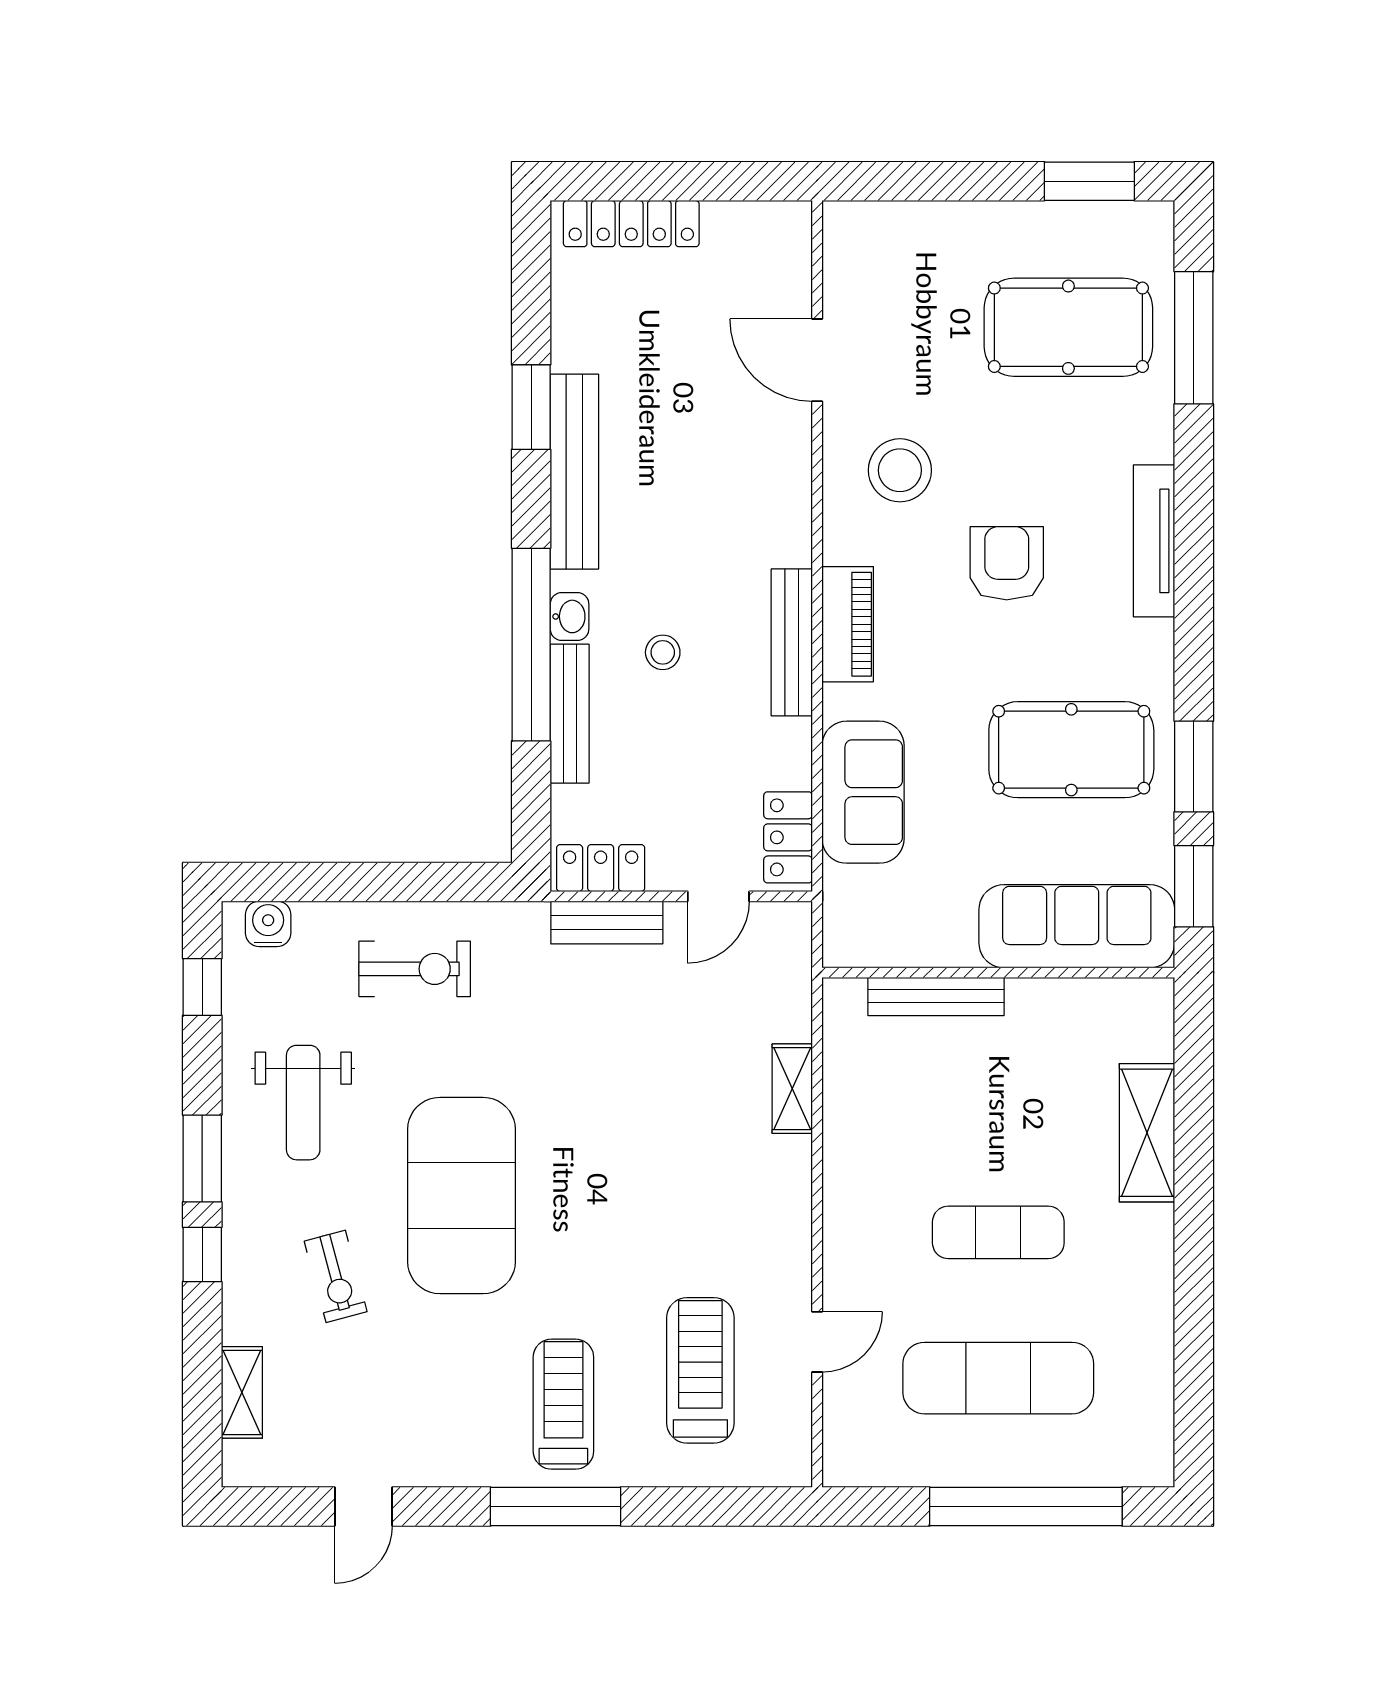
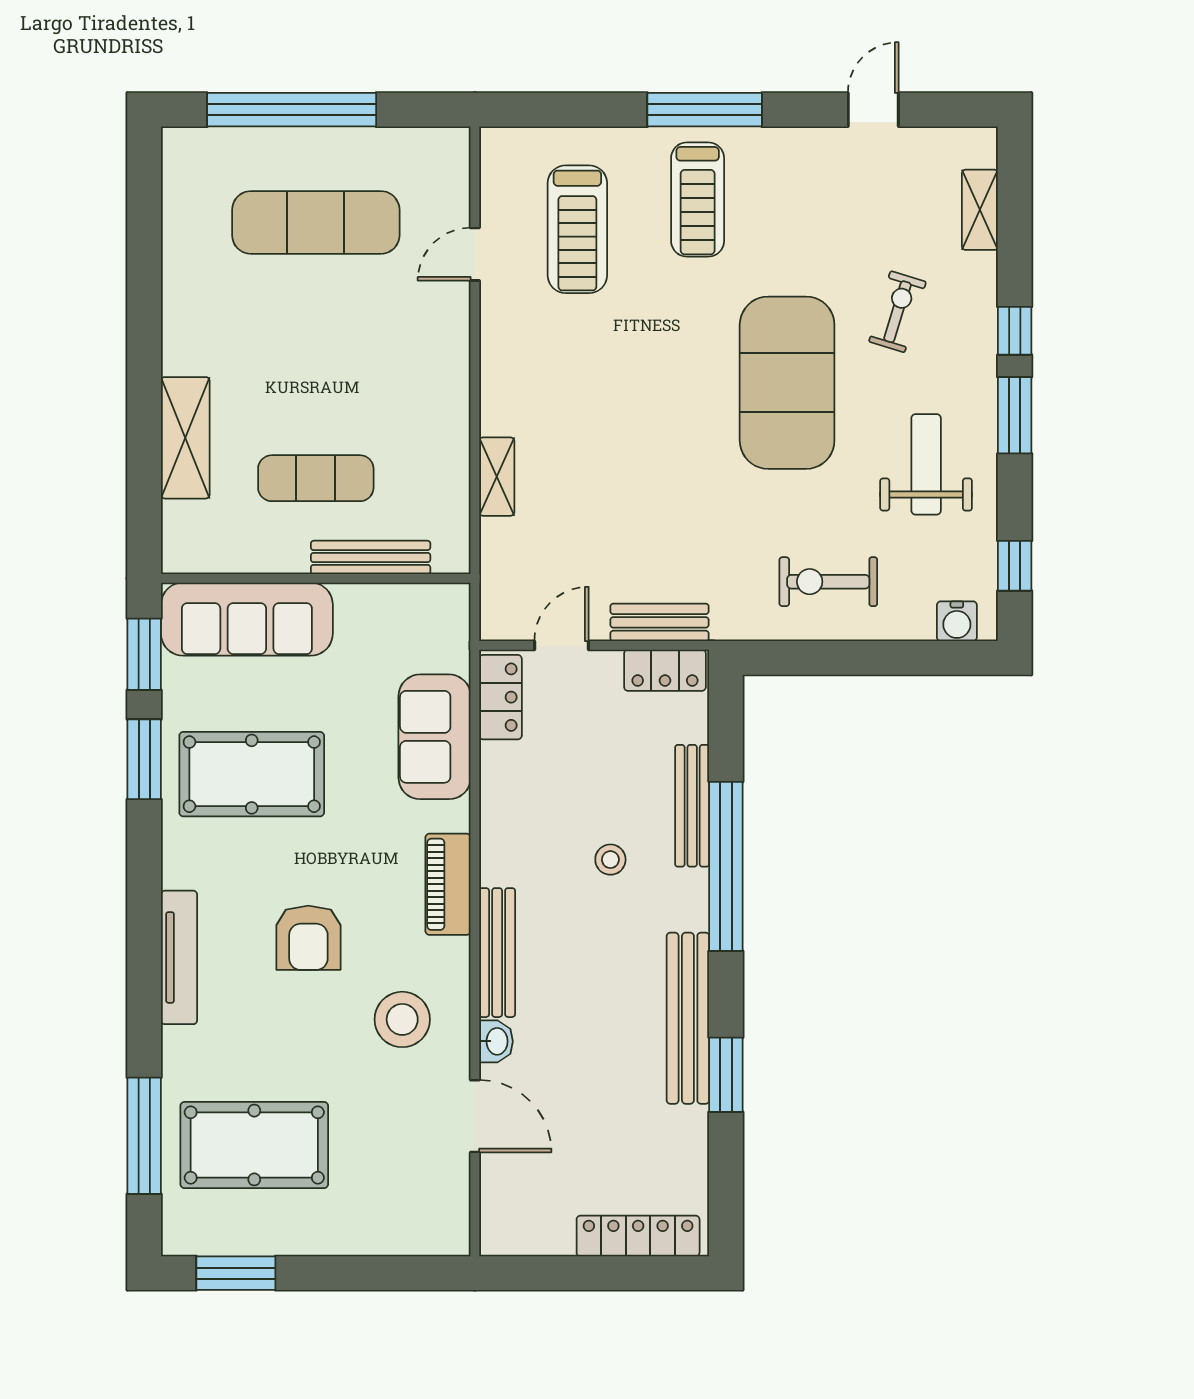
washbasin: (570, 616) -> (496, 1041), moved, turned 180
bench: (792, 642) -> (497, 953), moved
exercise mat: (998, 1232) -> (316, 478), moved
exercise bike: (336, 1276) -> (898, 312), turned 32

